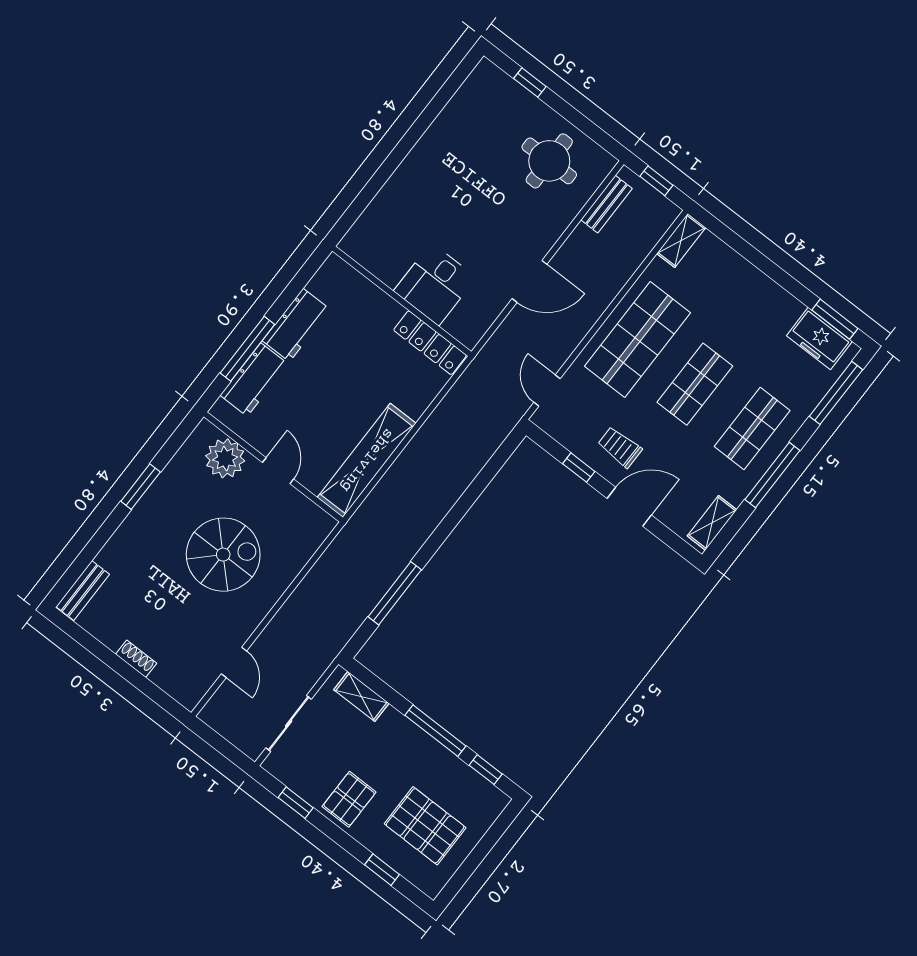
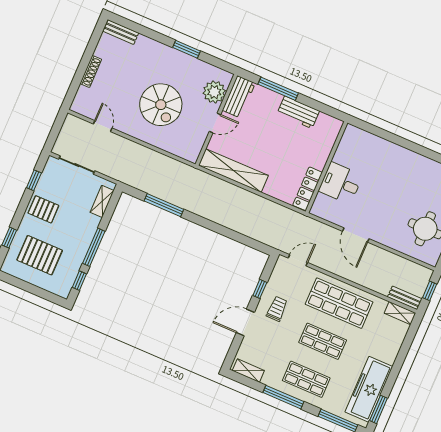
bench: (606, 204) -> (405, 298), moved
freezer: (819, 339) -> (369, 389), width x1.91, depth x1.26
workbench: (254, 380) -> (239, 97), moved, turned -90
door: (629, 507) -> (245, 323), swing flipped
shoe rack: (136, 659) -> (91, 71), width x1.43
door: (234, 662) -> (103, 126), swing flipped
pallet: (425, 826) -> (40, 255), turned 90

